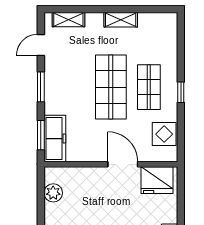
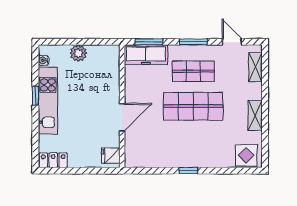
shop shelf: (149, 87) -> (193, 71), moved
display table: (164, 134) -> (246, 155), moved
fridge: (157, 180) -> (111, 156), width x0.53, depth x0.75
plant: (53, 193) -> (78, 53), moved

